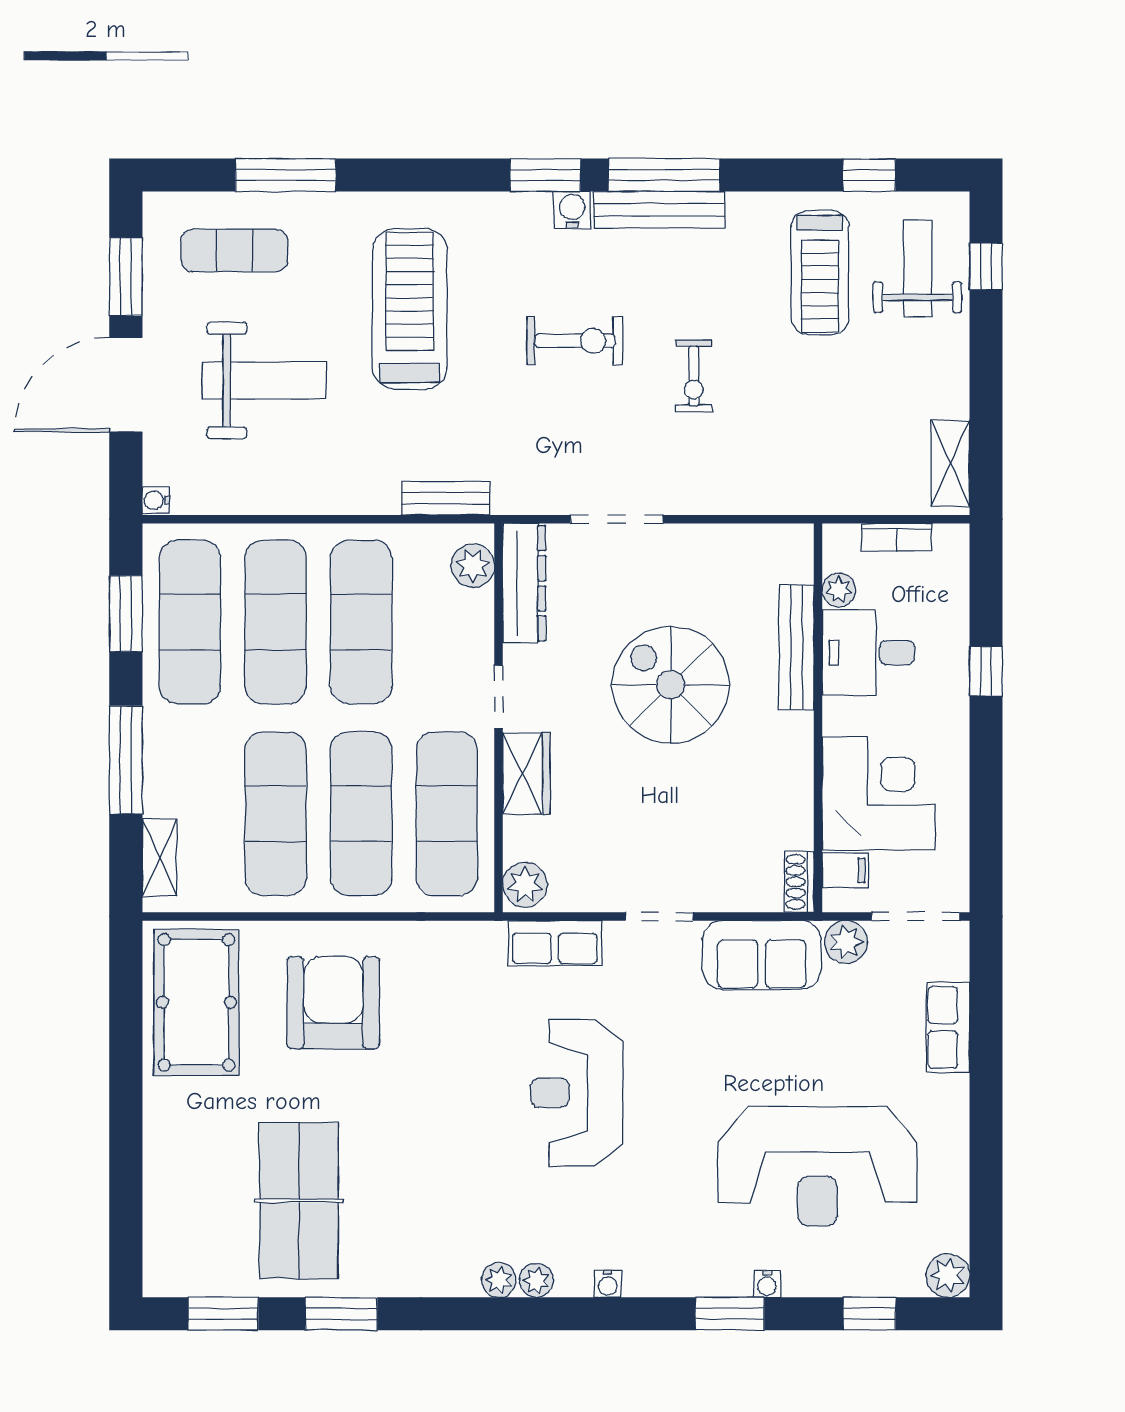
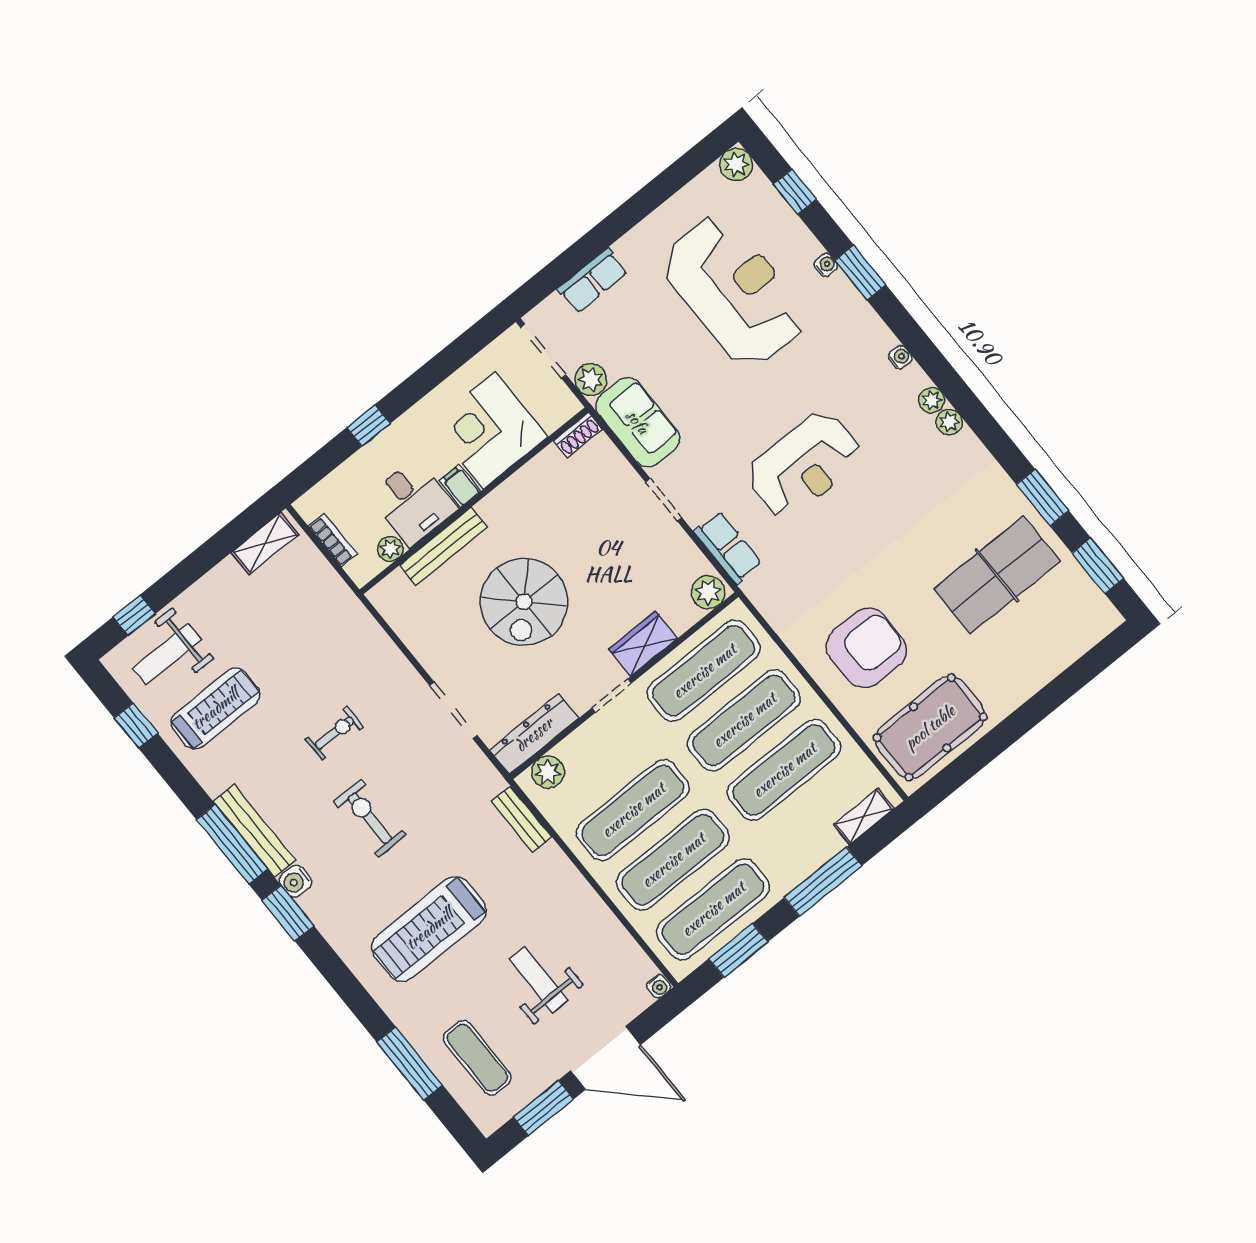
weight bench: (264, 380) -> (538, 980), width x0.73, depth x0.75
filing cabinet: (845, 871) -> (460, 486), moved
armchair: (333, 1003) -> (866, 648), turned 180

